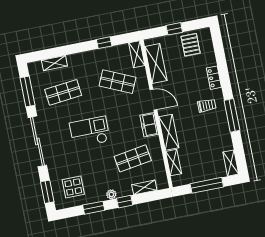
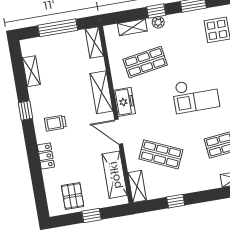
window: (232, 115) -> (25, 110), width x0.46
shelving: (174, 163) -> (94, 43), moved
shelving: (231, 163) -> (31, 71), moved
plant: (111, 194) -> (158, 22), moved

